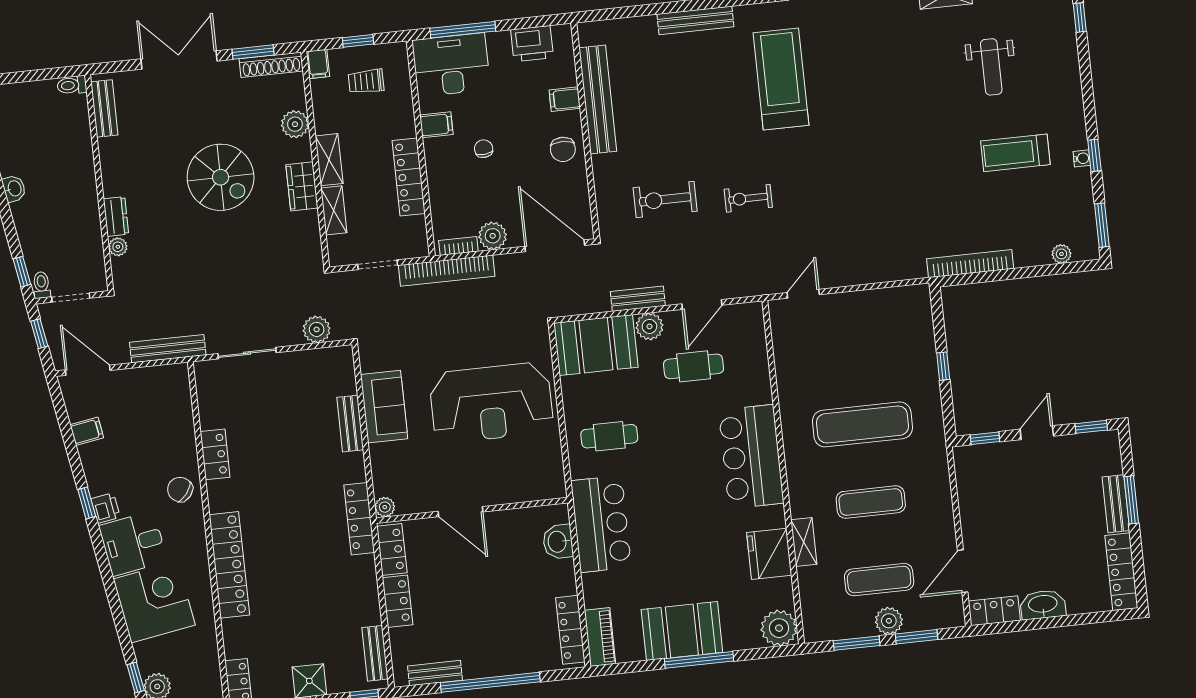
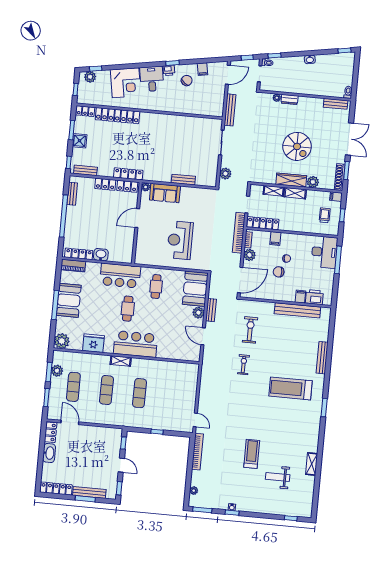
printer: (532, 44) -> (314, 297), moved, turned 90
treadmill: (781, 79) -> (290, 388), turned 180
filing cabinet: (436, 125) -> (275, 238), moved
chair: (563, 149) -> (279, 272), moved
treadmill: (1015, 153) -> (252, 454), moved
spiral stairs: (221, 177) -> (297, 146), turned -90
locker: (409, 177) -> (263, 223), moved
wardrobe: (302, 186) -> (291, 180), width x1.50
door: (803, 294) -> (195, 420), moved
cafe table: (694, 366) -> (128, 309), moved
reception desk: (491, 403) -> (180, 240), width x0.74, depth x0.77
sofa: (384, 407) -> (165, 193), moved
exercise mat: (862, 424) -> (139, 393), width x0.73, depth x0.69
locker: (215, 454) -> (182, 121), removed
chair: (180, 489) -> (187, 80), moved
bench: (1116, 504) -> (89, 492), width x1.36
locker: (359, 519) -> (128, 174), moved
washbasin: (558, 542) -> (101, 255), moved
shelving: (804, 542) -> (121, 361), moved
locker: (229, 565) -> (117, 116), moved
plant: (889, 621) -> (57, 371), moved

